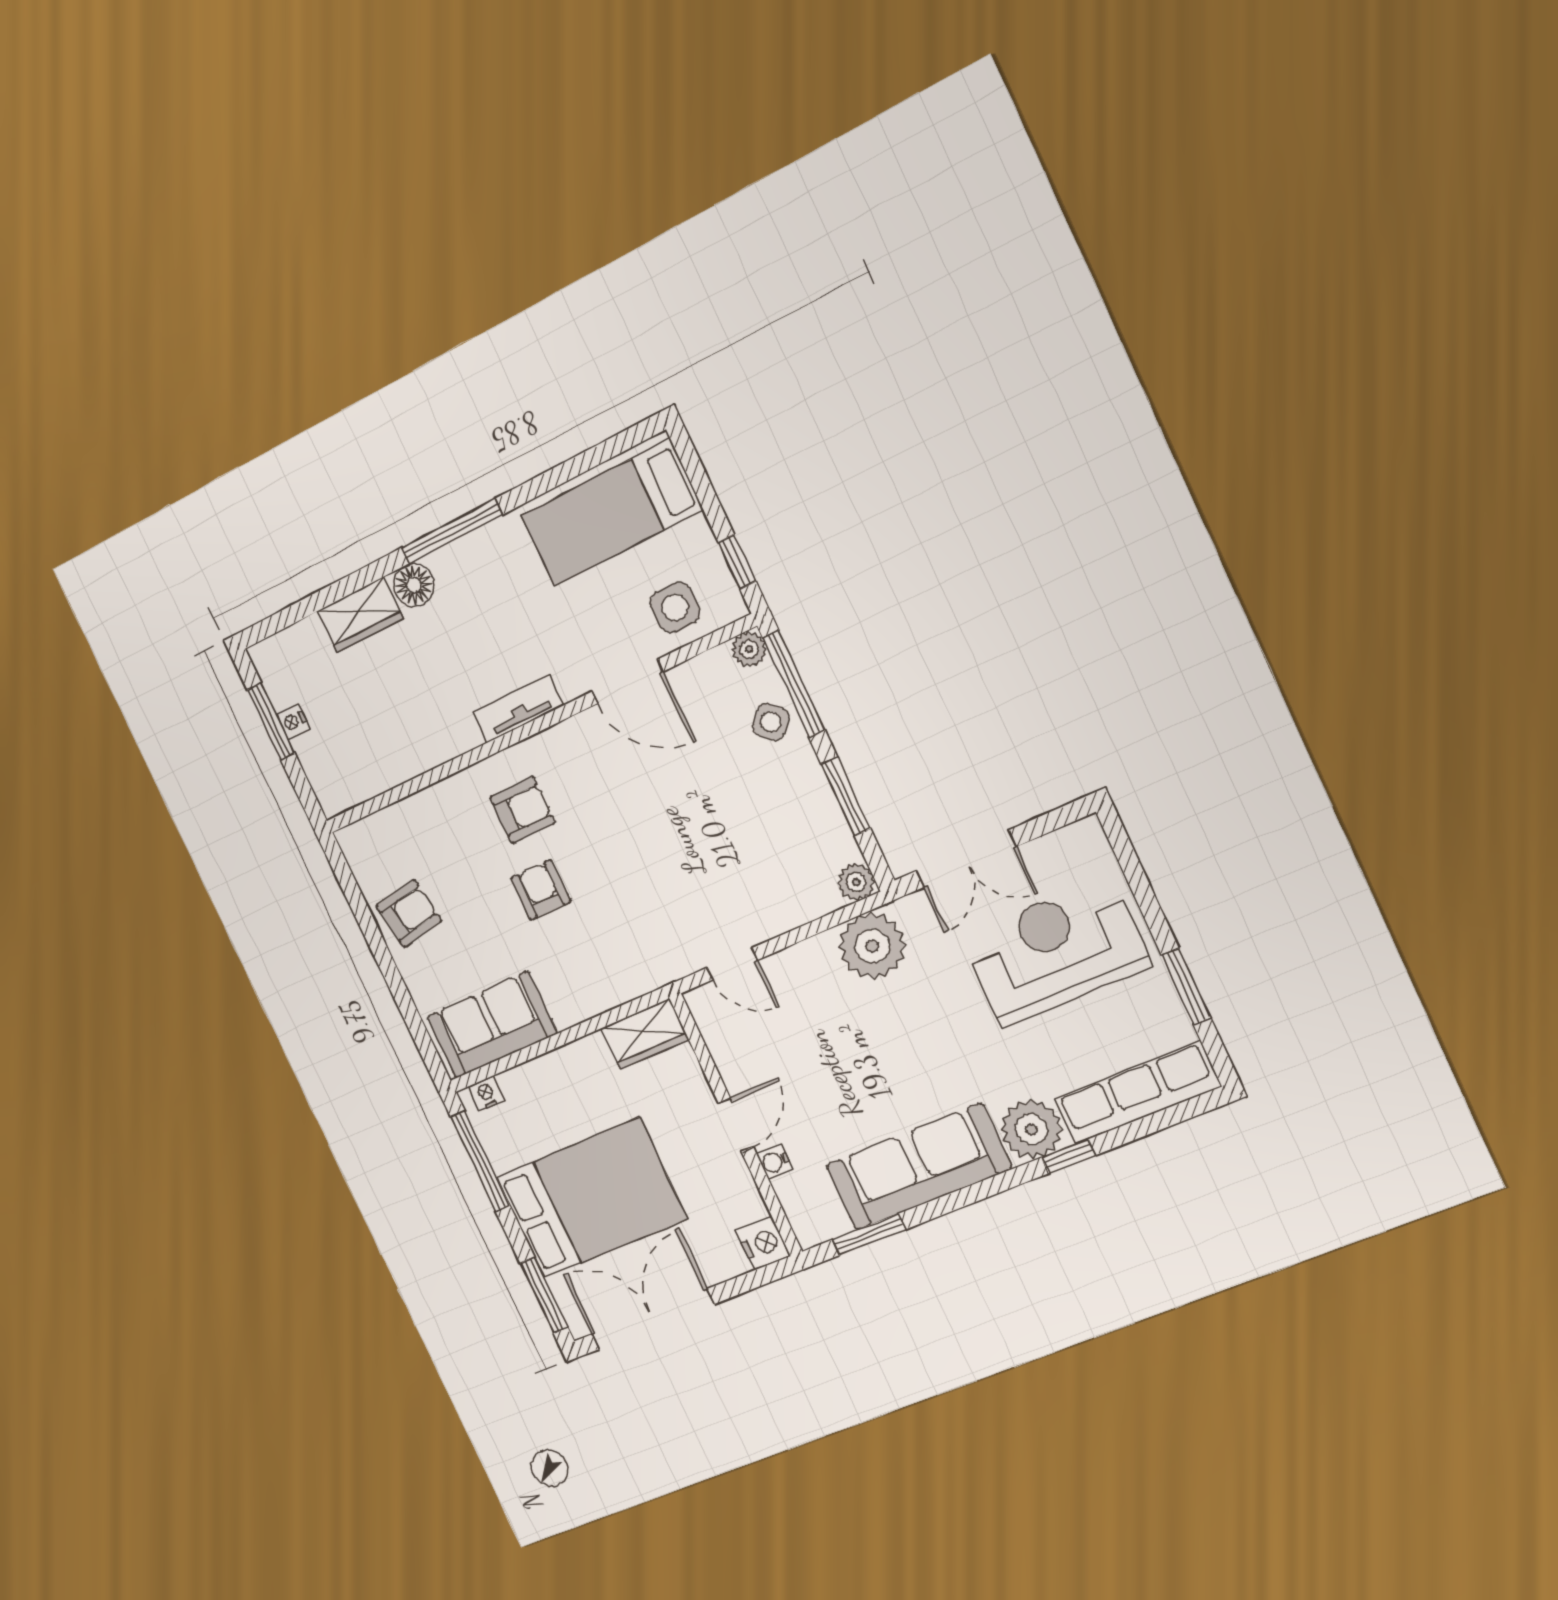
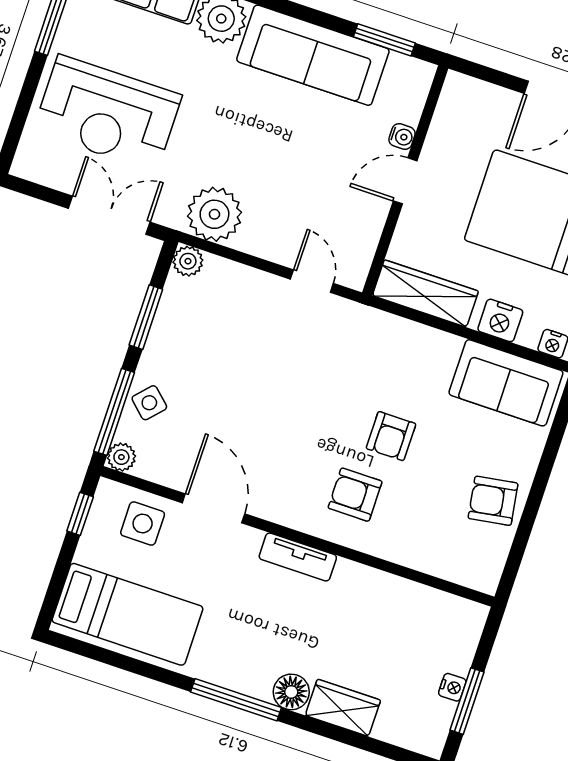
wardrobe: (645, 1034) -> (425, 293), width x1.50
nightstand: (763, 1243) -> (500, 320), moved, turned -90

